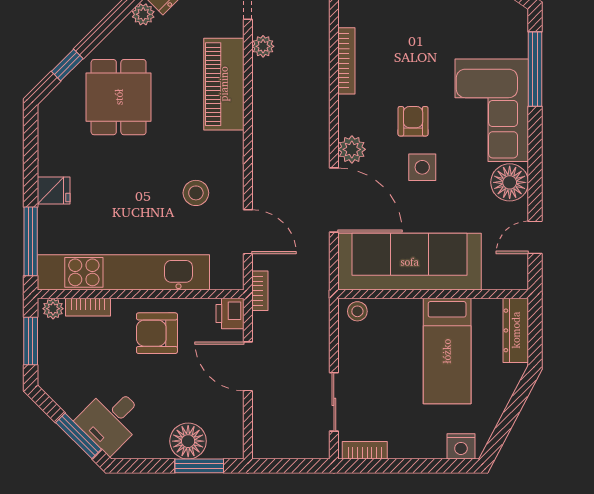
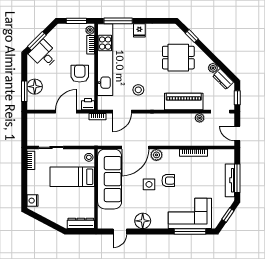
corner sofa: (492, 110) -> (190, 213), moved
door: (535, 237) -> (120, 232), swing flipped
bed: (447, 351) -> (72, 177), moved

